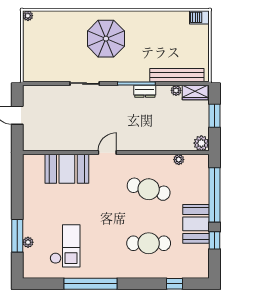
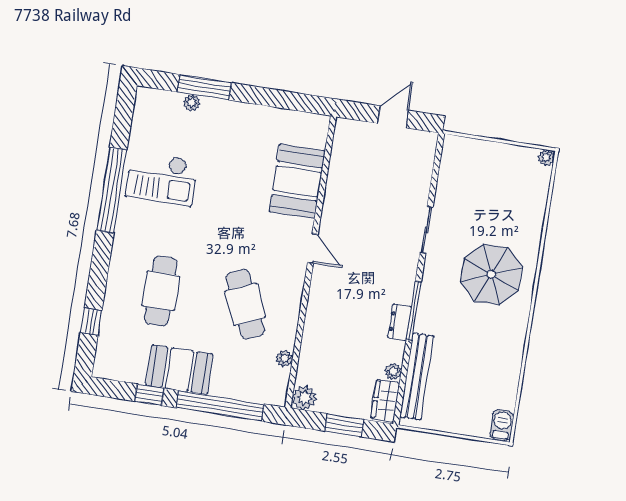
cafe table: (149, 189) -> (245, 304), turned -39
checkout: (65, 246) -> (162, 179), moved

